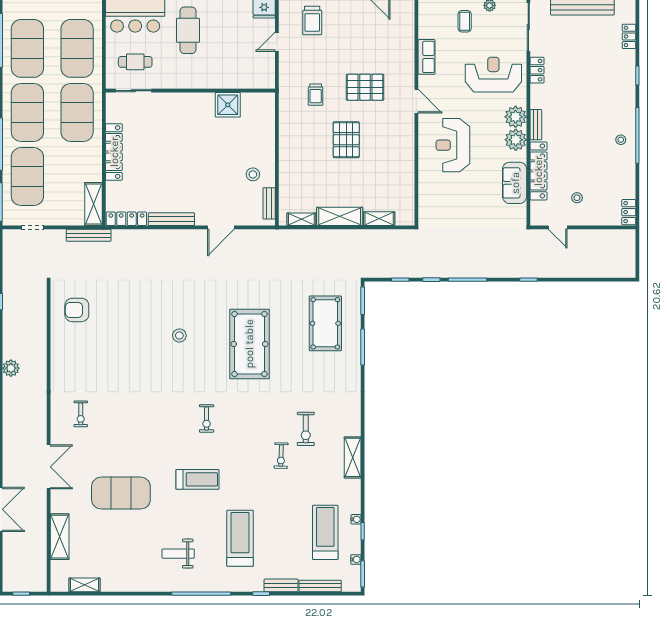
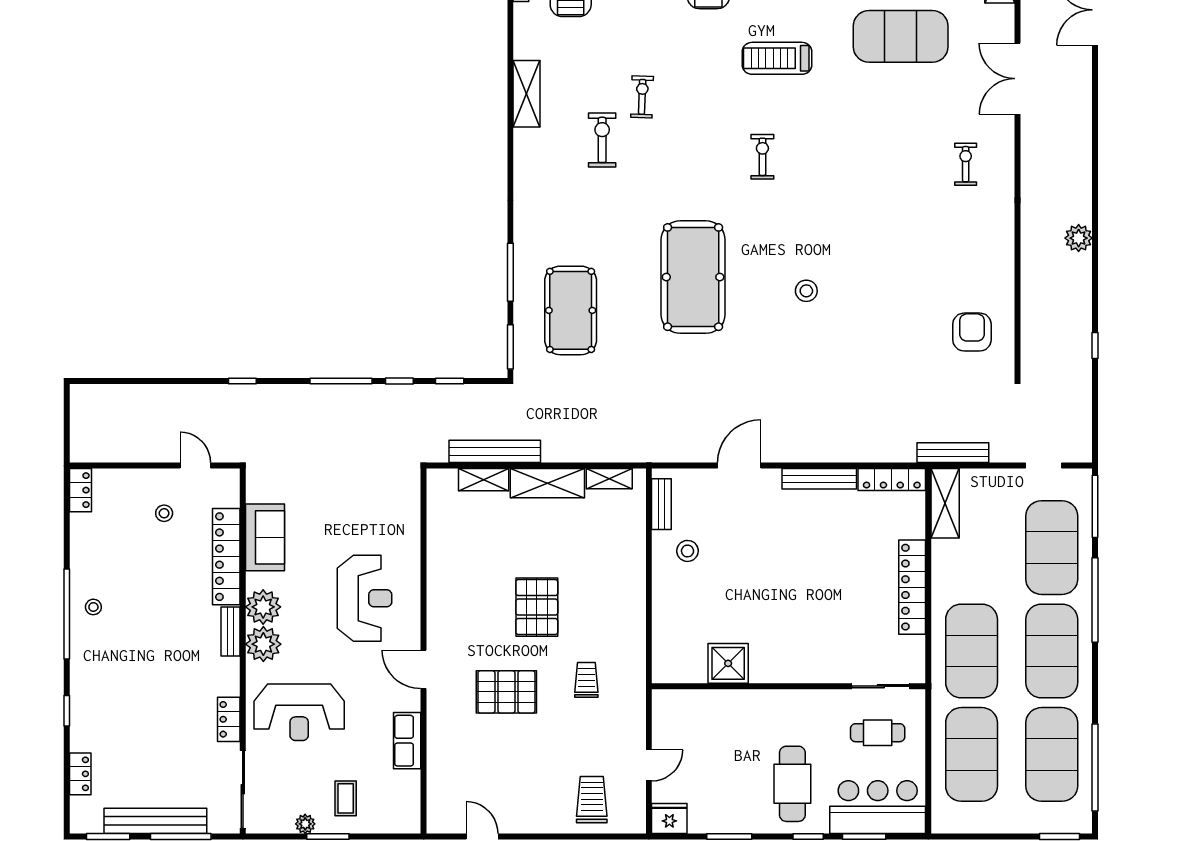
bench: (372, 236) -> (495, 451), added
armchair: (77, 310) -> (972, 332), turned -90

